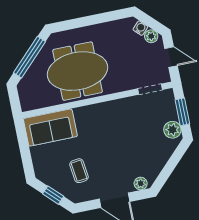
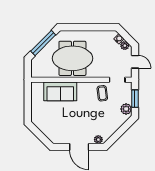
sofa: (50, 128) -> (60, 91), moved
coffee table: (79, 171) -> (102, 93), moved
window: (53, 195) -> (40, 135), removed

